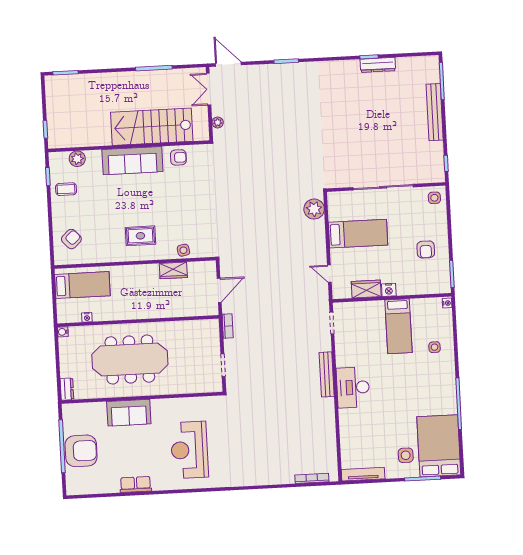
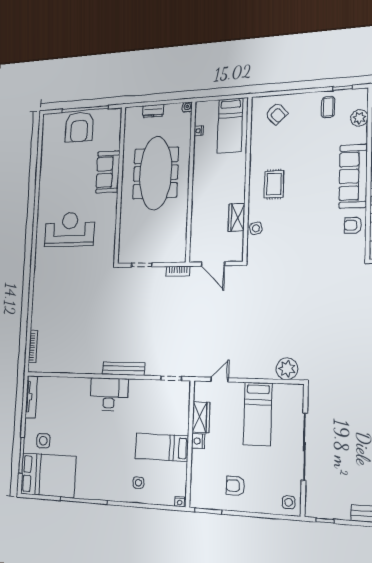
armchair: (178, 157) -> (353, 225), turned 90
dresser: (67, 389) -> (153, 111), moved
row of seats: (136, 484) -> (45, 178), removed

